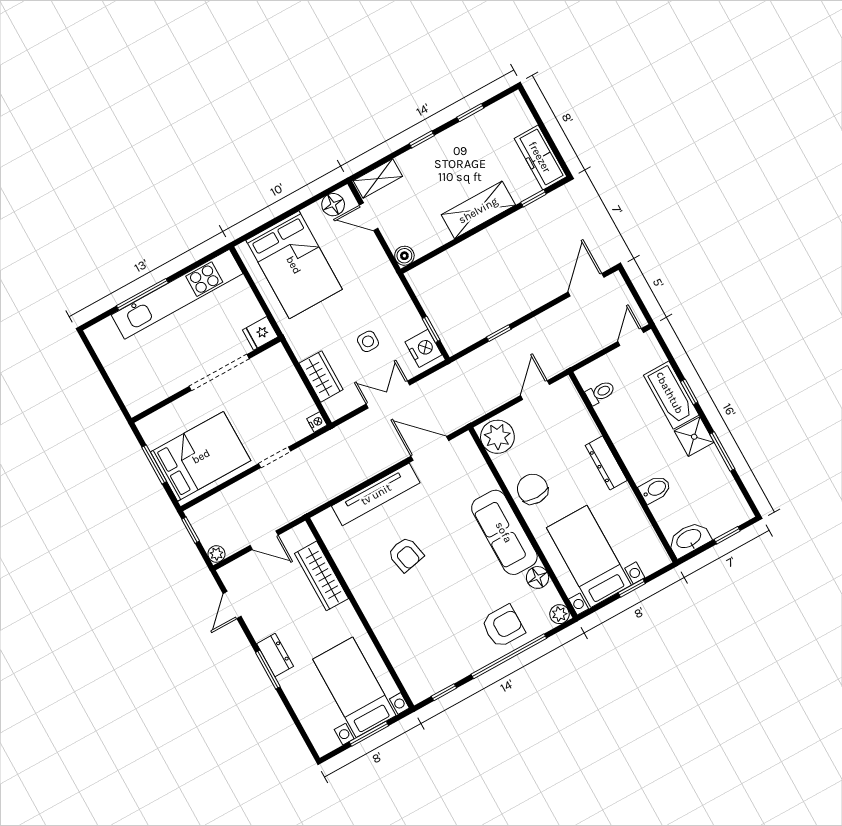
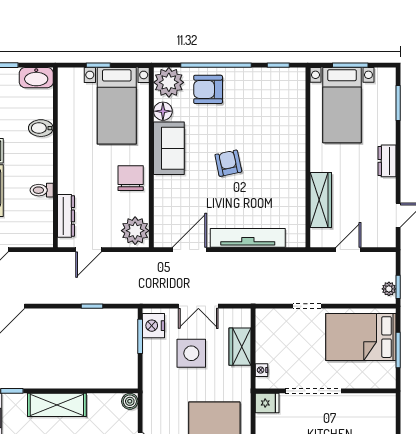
window: (431, 329) -> (140, 336), width x1.50
side table: (368, 341) -> (191, 353), width x1.87, depth x1.87
toilet: (600, 393) -> (42, 190), moved
nightstand: (317, 422) -> (262, 370), moved
door: (430, 448) -> (189, 250), swing flipped
dresser: (606, 463) -> (66, 216), moved
chair: (533, 489) -> (131, 178), turned 180
sofa: (504, 532) -> (169, 148), width x0.73
door: (264, 540) -> (348, 250), hinge flipped
plant: (216, 554) -> (389, 289), moved
armchair: (406, 554) -> (228, 163), moved
plant: (559, 614) -> (169, 82), width x1.87, depth x1.87
window: (268, 670) -> (398, 103), moved

